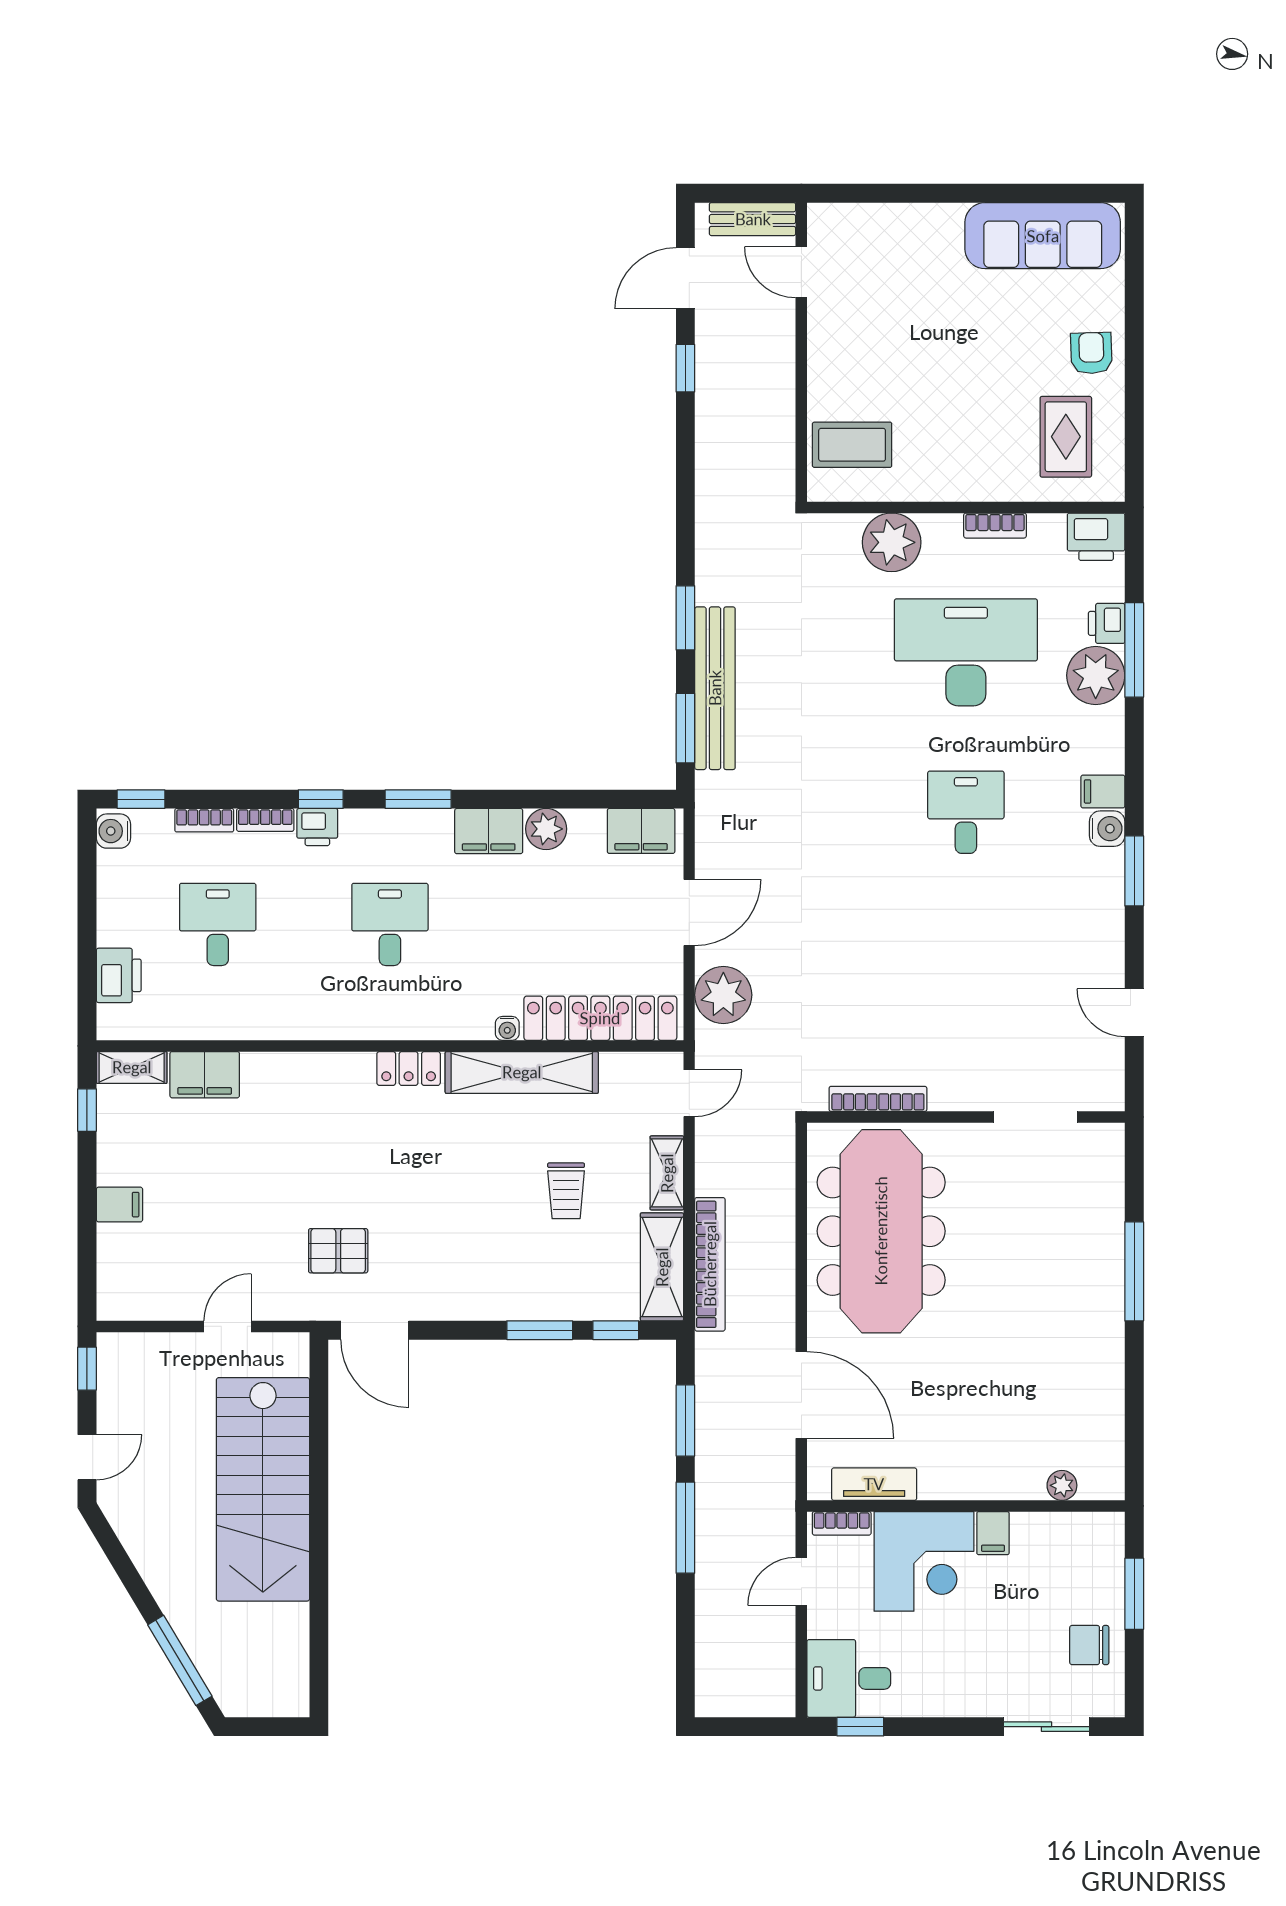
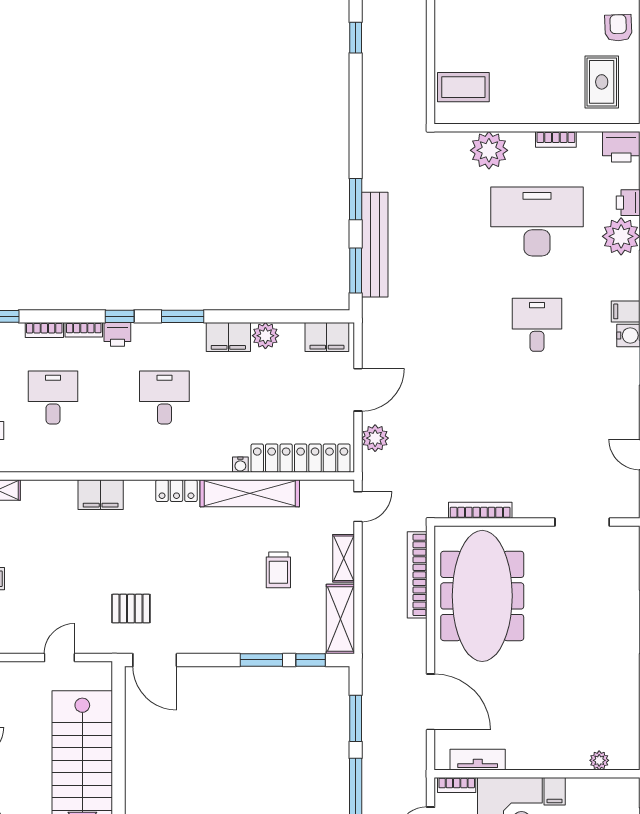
plant: (723, 995) -> (375, 438), width x0.73, depth x0.73
filing cabinet: (205, 1075) -> (101, 495), moved
bookcase: (710, 1264) -> (417, 575), moved, turned 180

